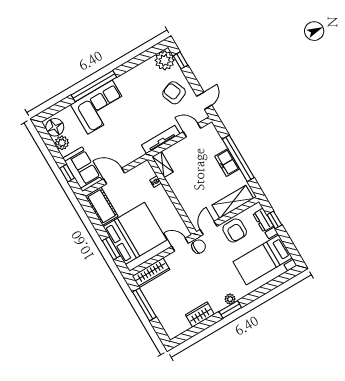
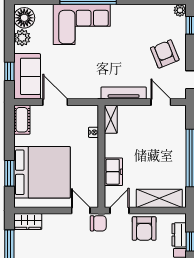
plant: (165, 60) -> (180, 10), width x0.53, depth x0.53
freezer: (227, 162) -> (113, 172), moved, turned 180
cot: (102, 206) -> (22, 120), width x0.73, depth x0.75
wardrobe: (151, 273) -> (28, 222), width x0.67

